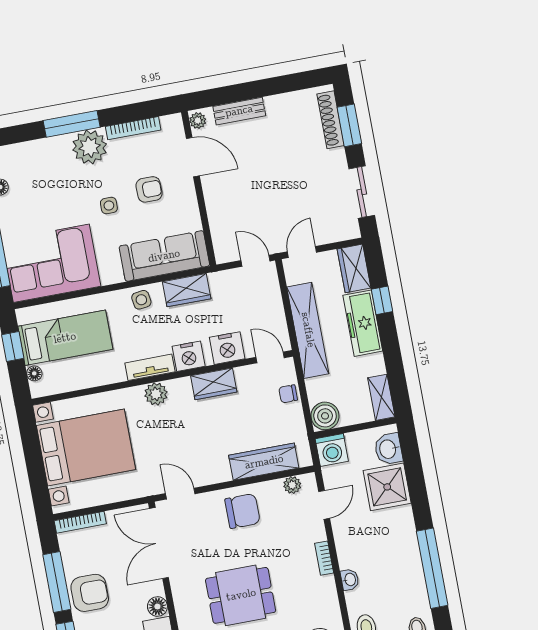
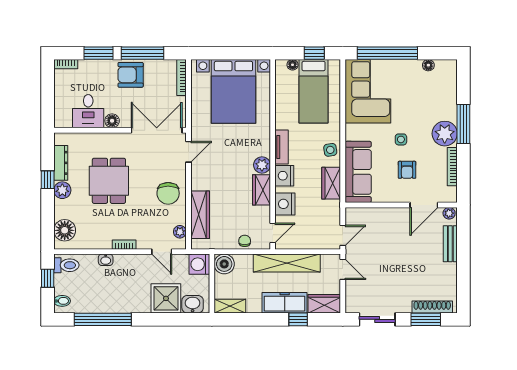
plant: (156, 394) -> (262, 165), moved
armchair: (90, 593) -> (131, 75), turned 90

